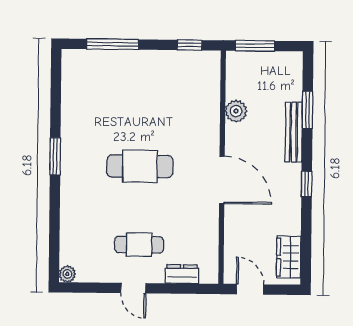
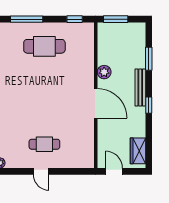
plant: (236, 111) -> (104, 72), moved
bench: (294, 132) -> (140, 87), moved
cafe table: (140, 166) -> (44, 46), moved
dresser: (182, 274) -> (71, 162), removed

